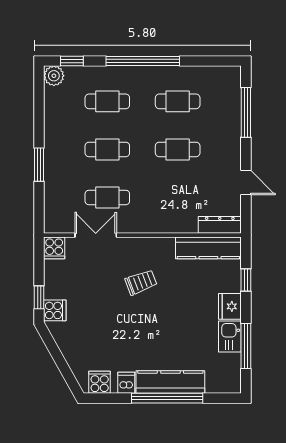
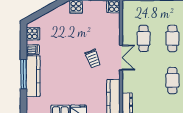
double door: (96, 235) -> (121, 58), moved
window: (167, 398) -> (23, 74), width x0.68

